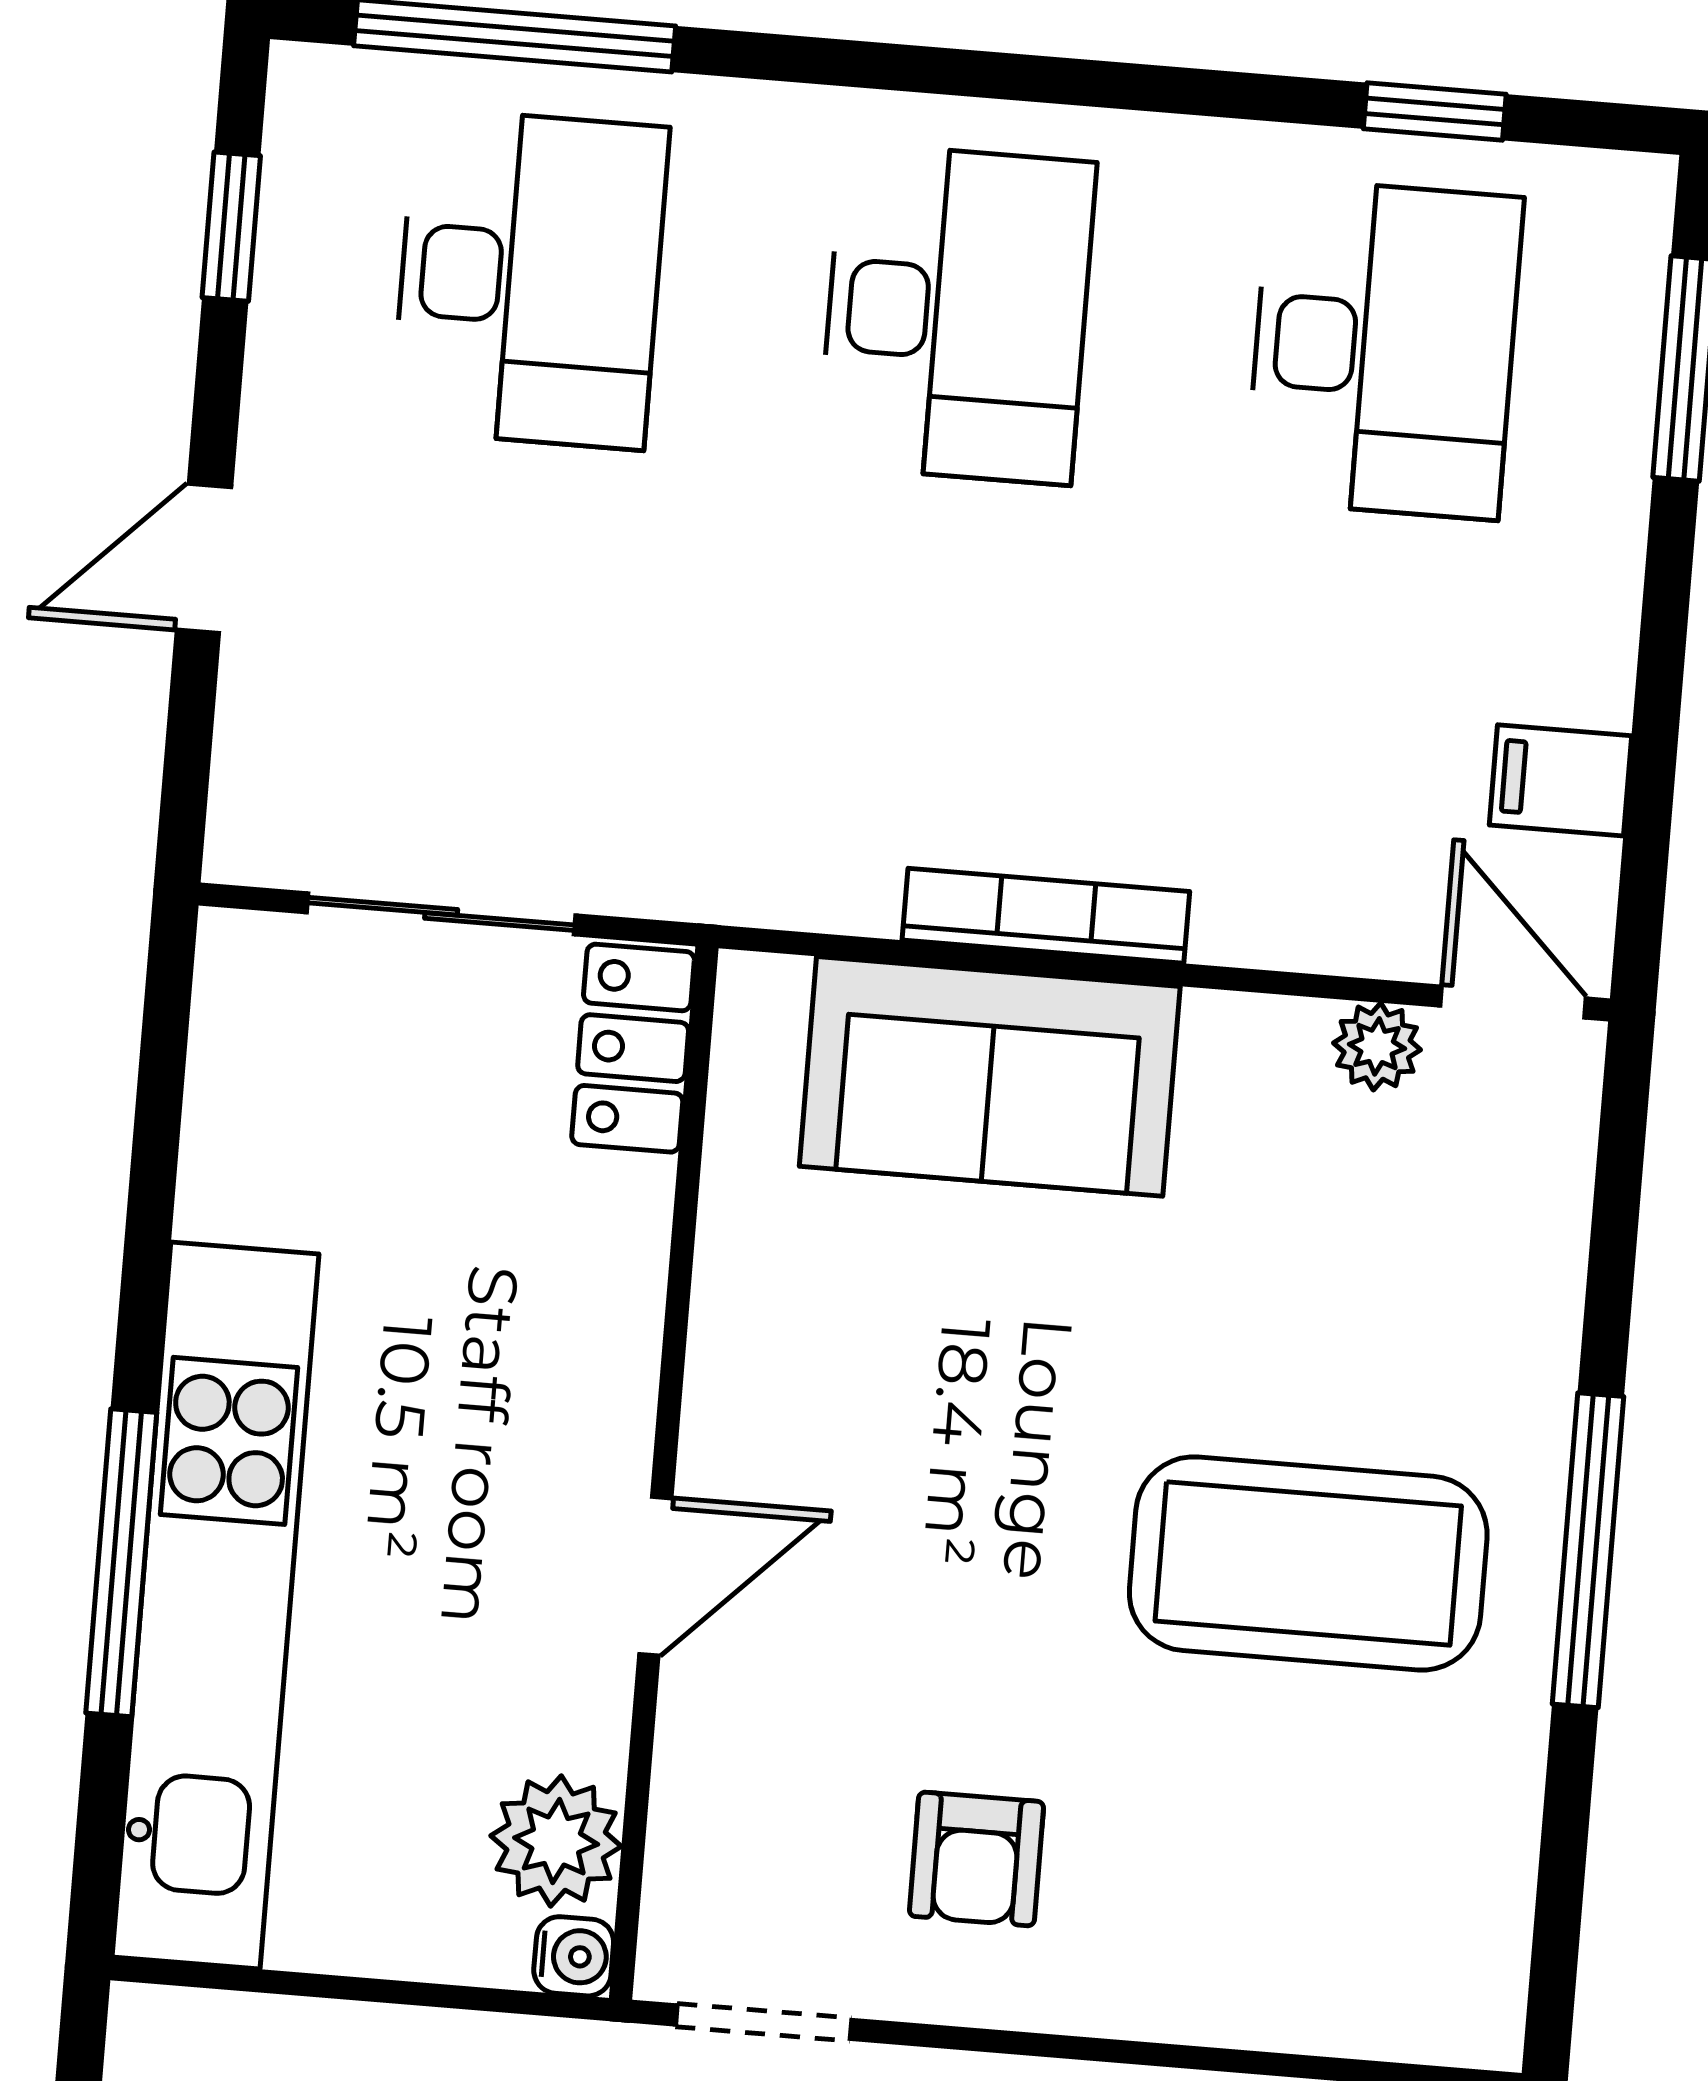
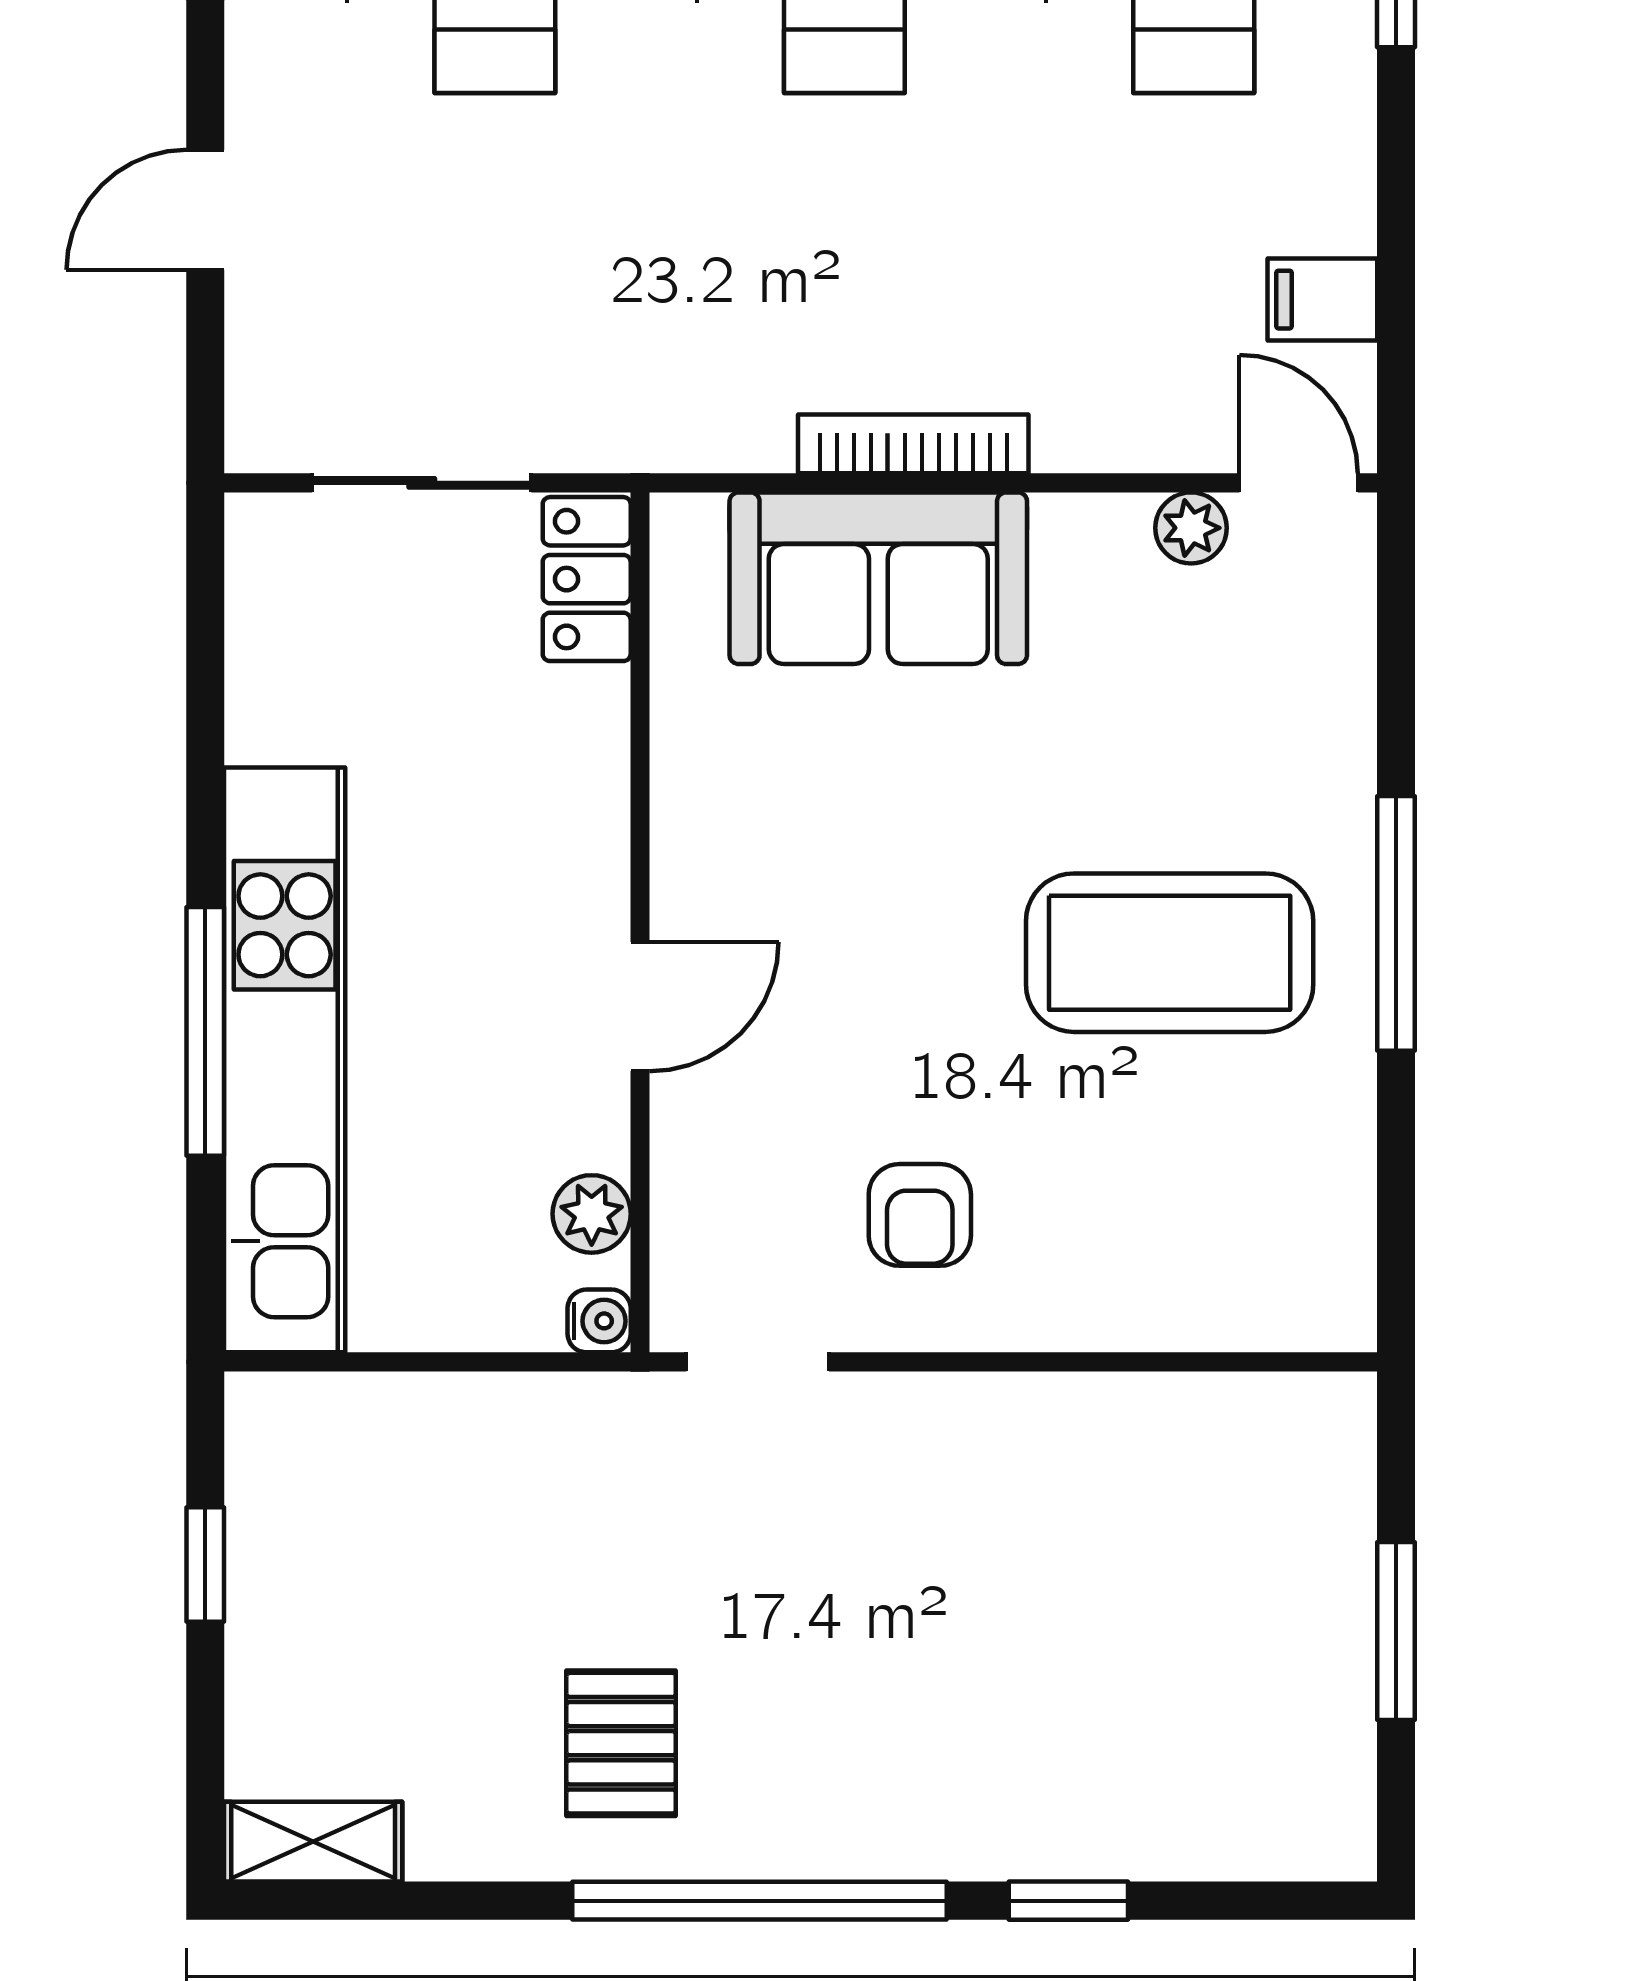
plant: (556, 1841) -> (592, 1214), width x0.73, depth x0.73

